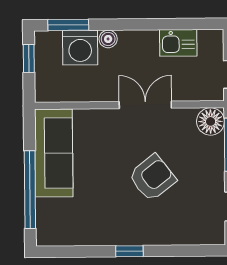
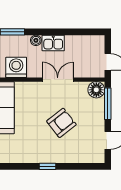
kitchen sink: (178, 43) -> (53, 43), moved
washing machine: (80, 48) -> (16, 67), moved, turned 180

